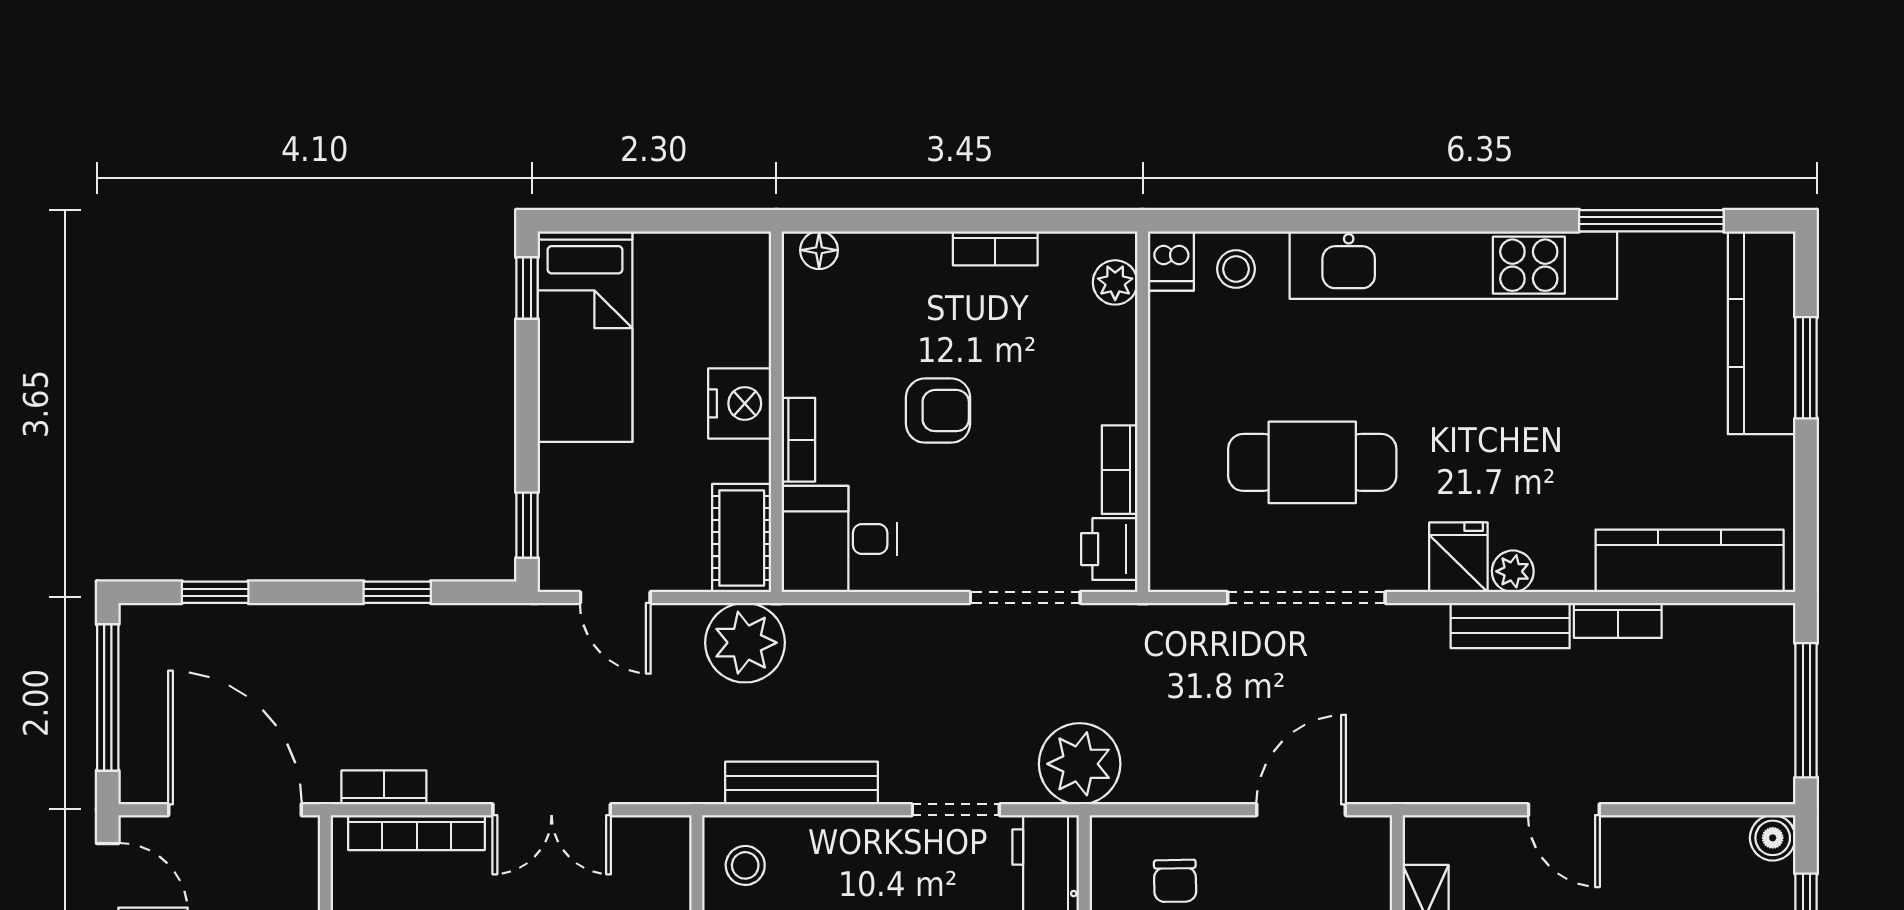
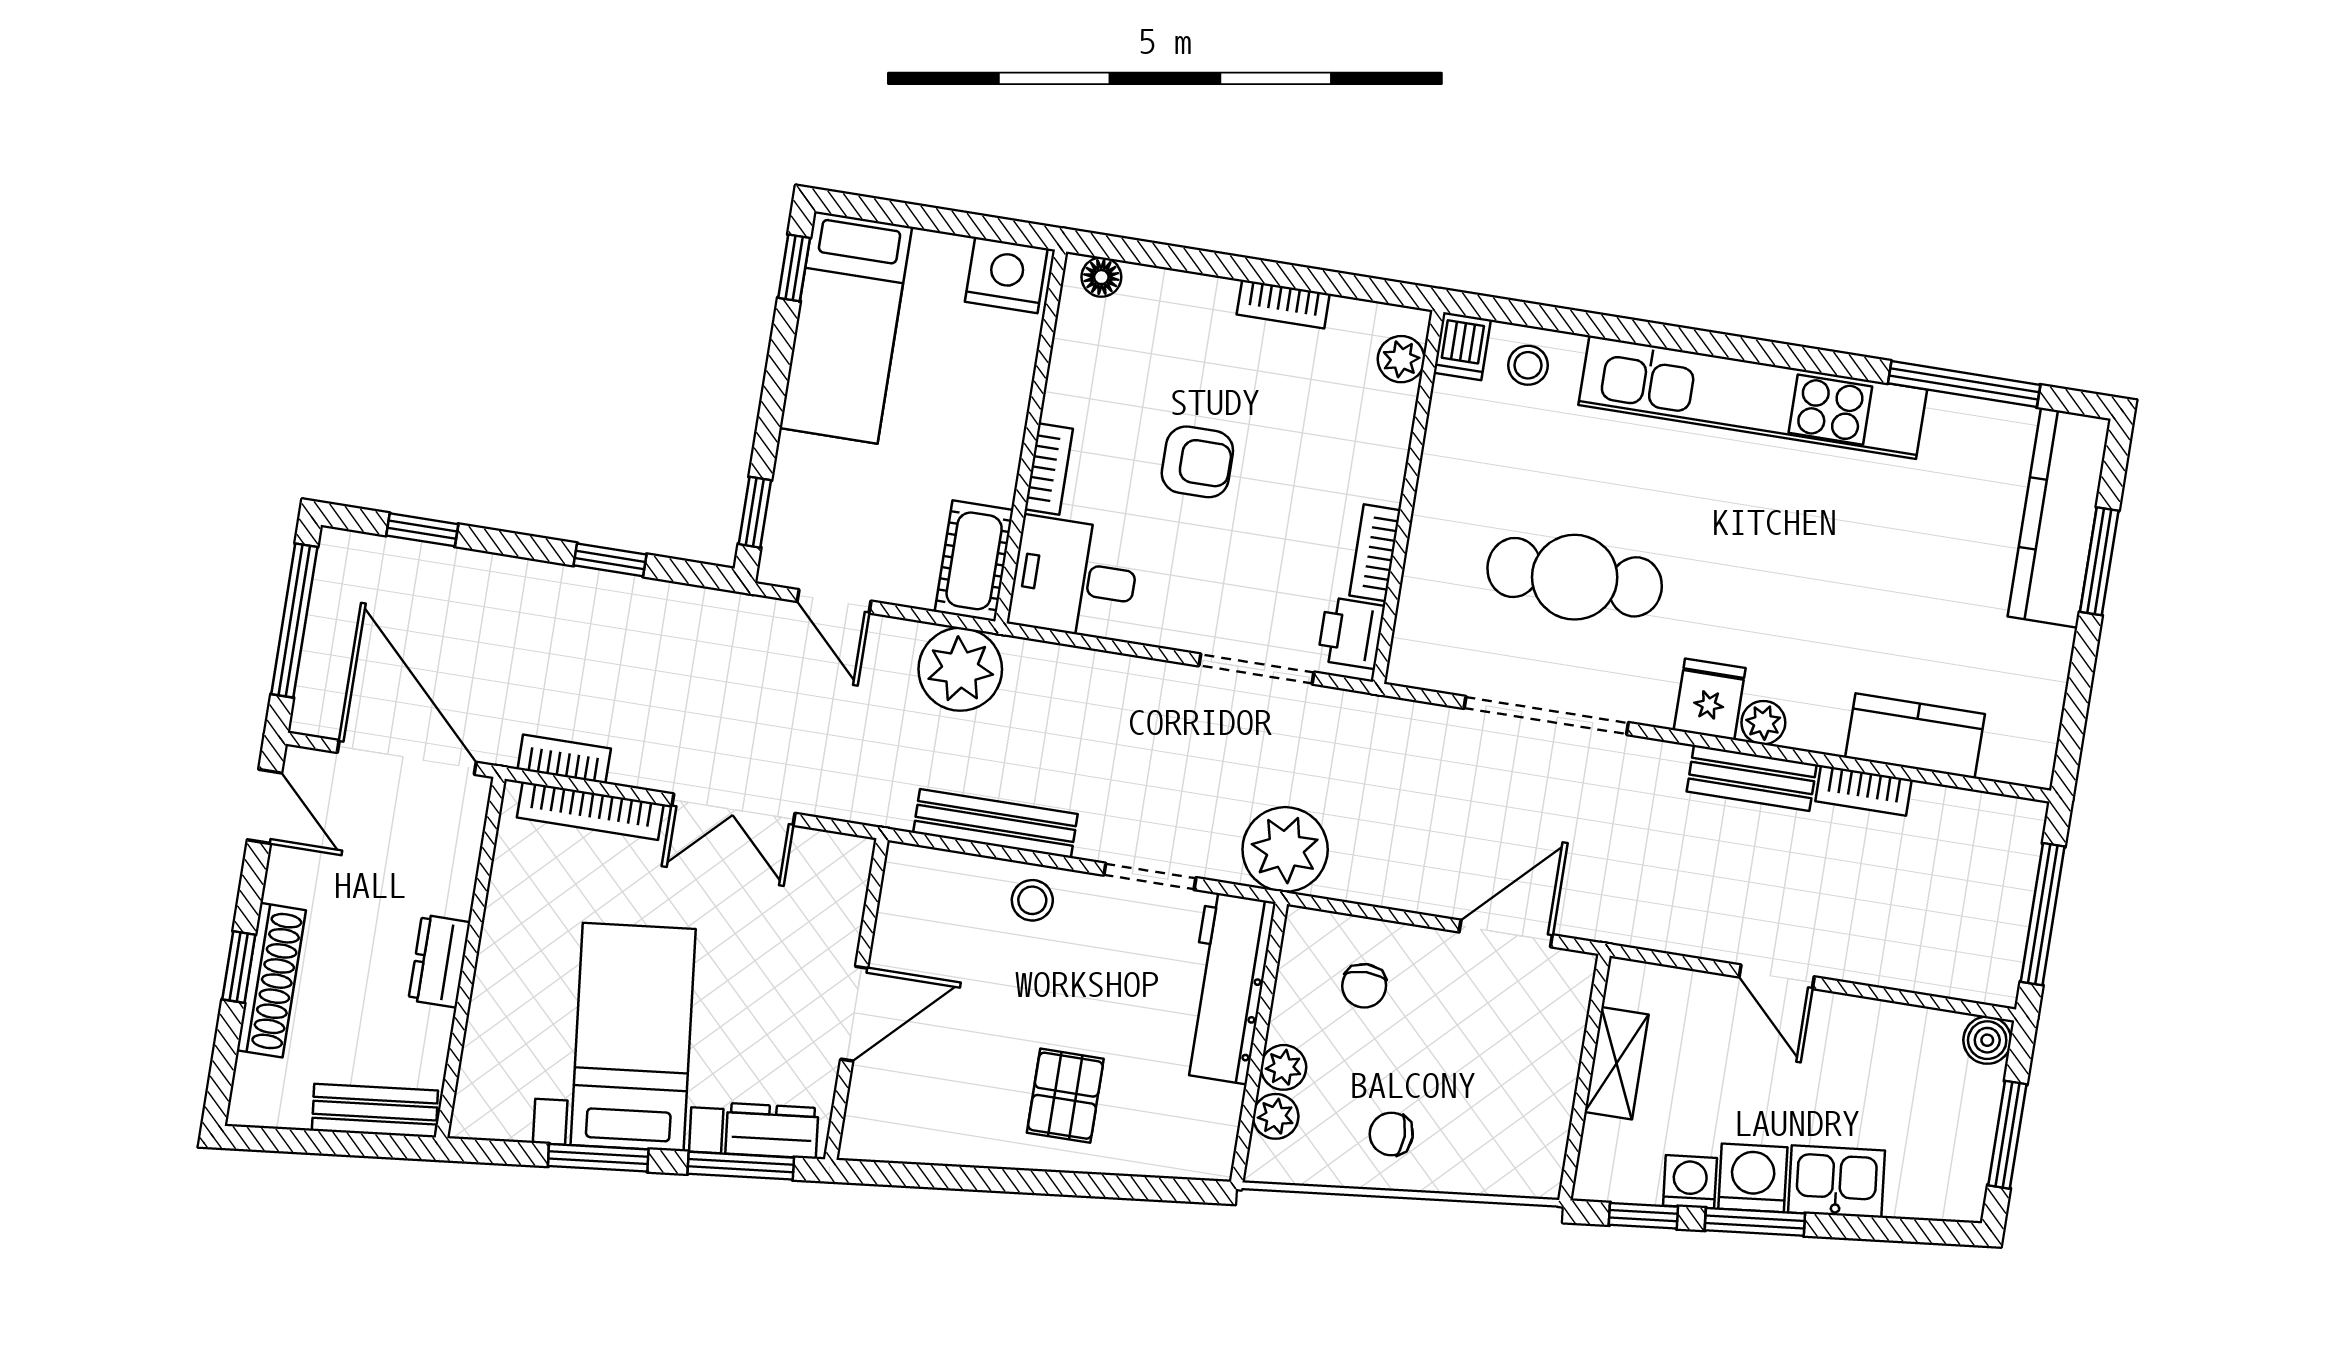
nightstand: (740, 403) -> (1006, 275), moved, turned -90
kitchen counter: (1690, 561) -> (1915, 736), width x0.67
stool: (745, 865) -> (1032, 900), moved

